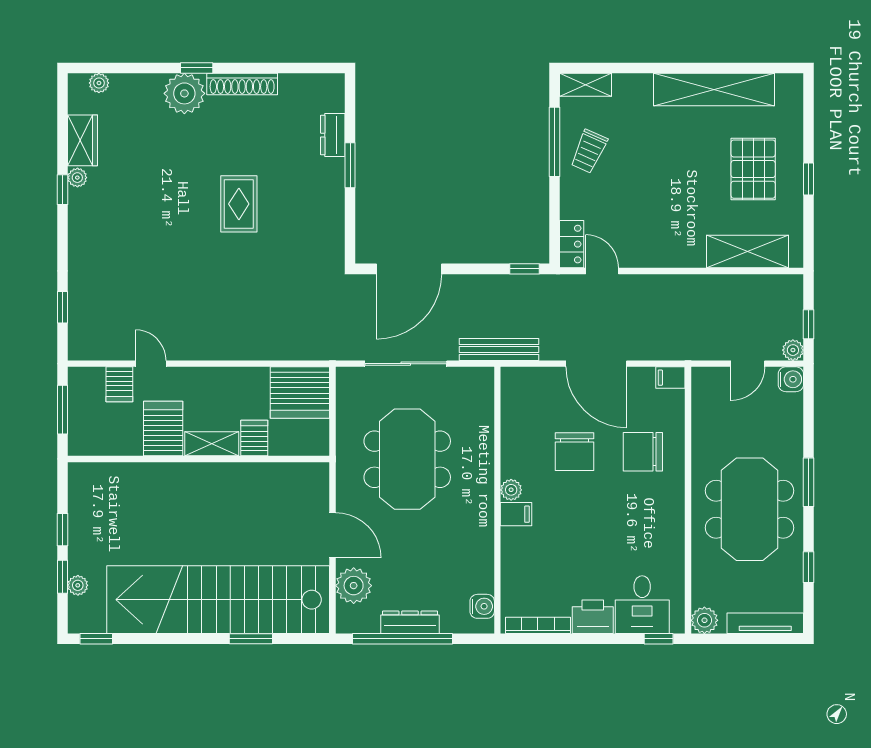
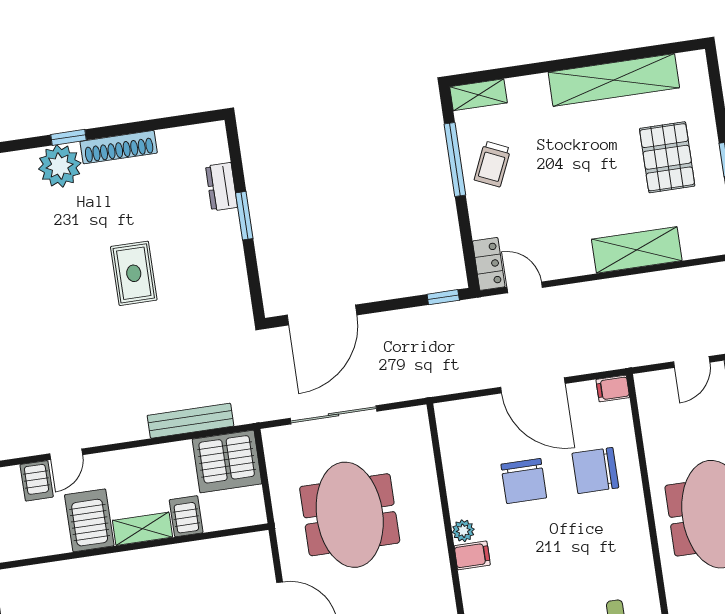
shelving: (747, 251) -> (637, 250), moved
bench: (499, 349) -> (190, 421), moved
door: (151, 364) -> (66, 454), swing flipped

